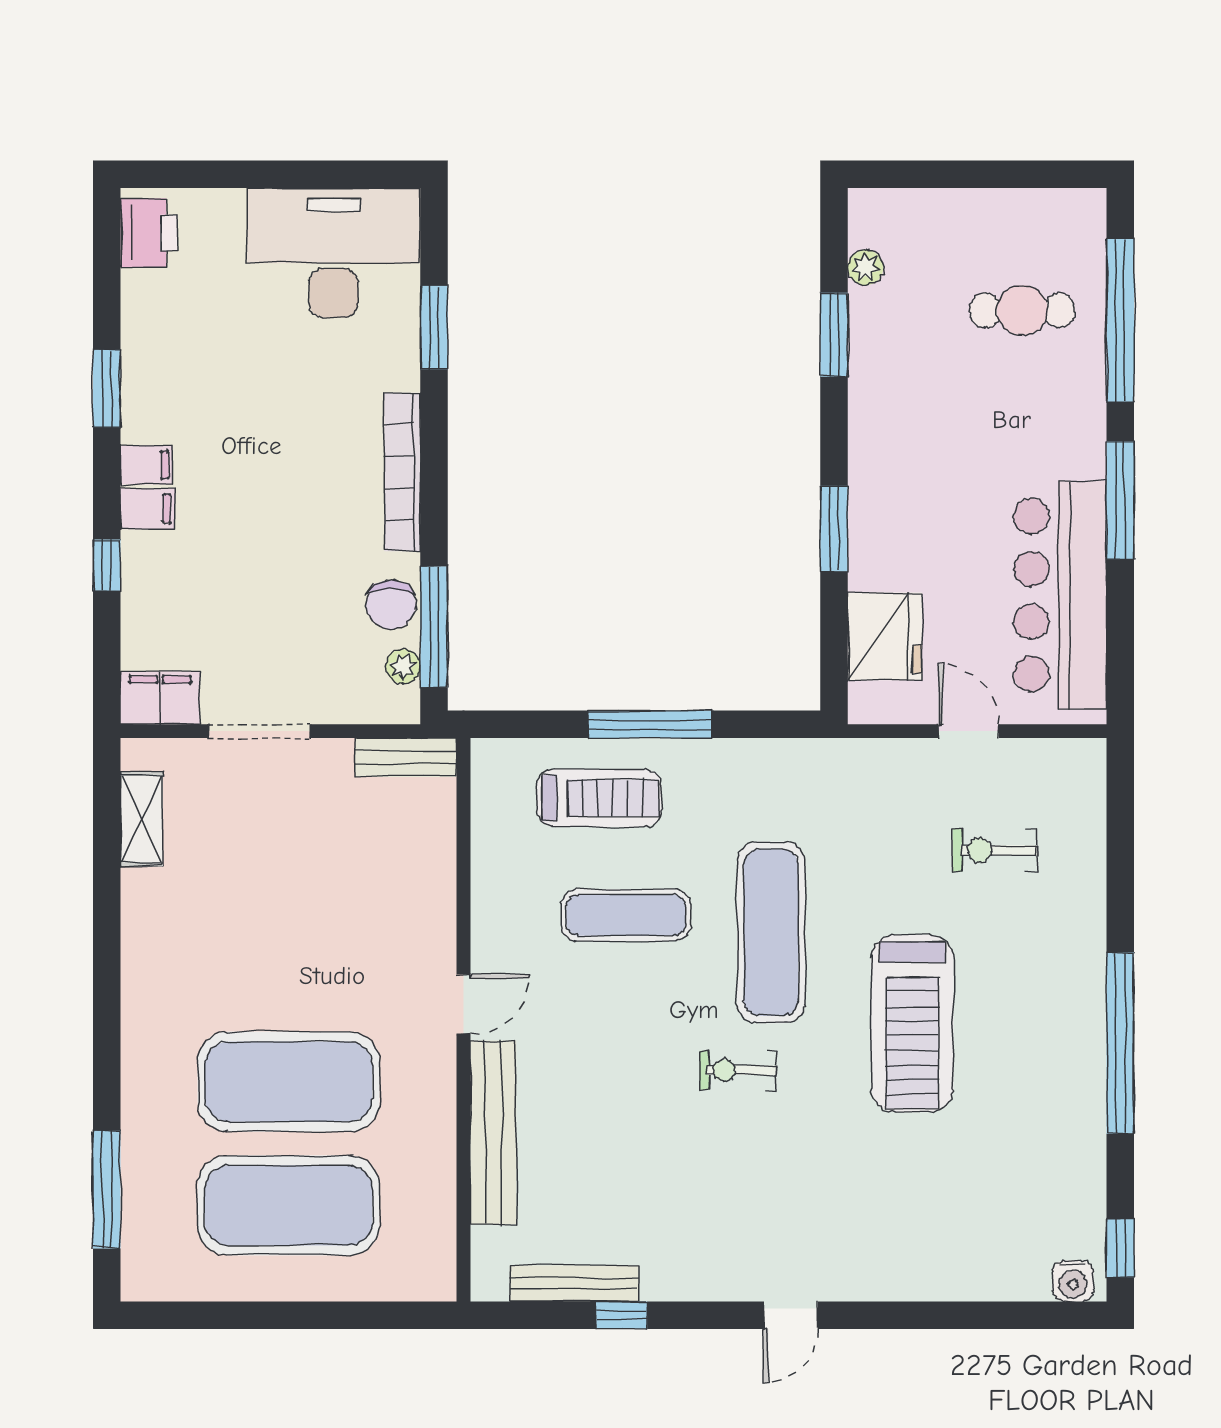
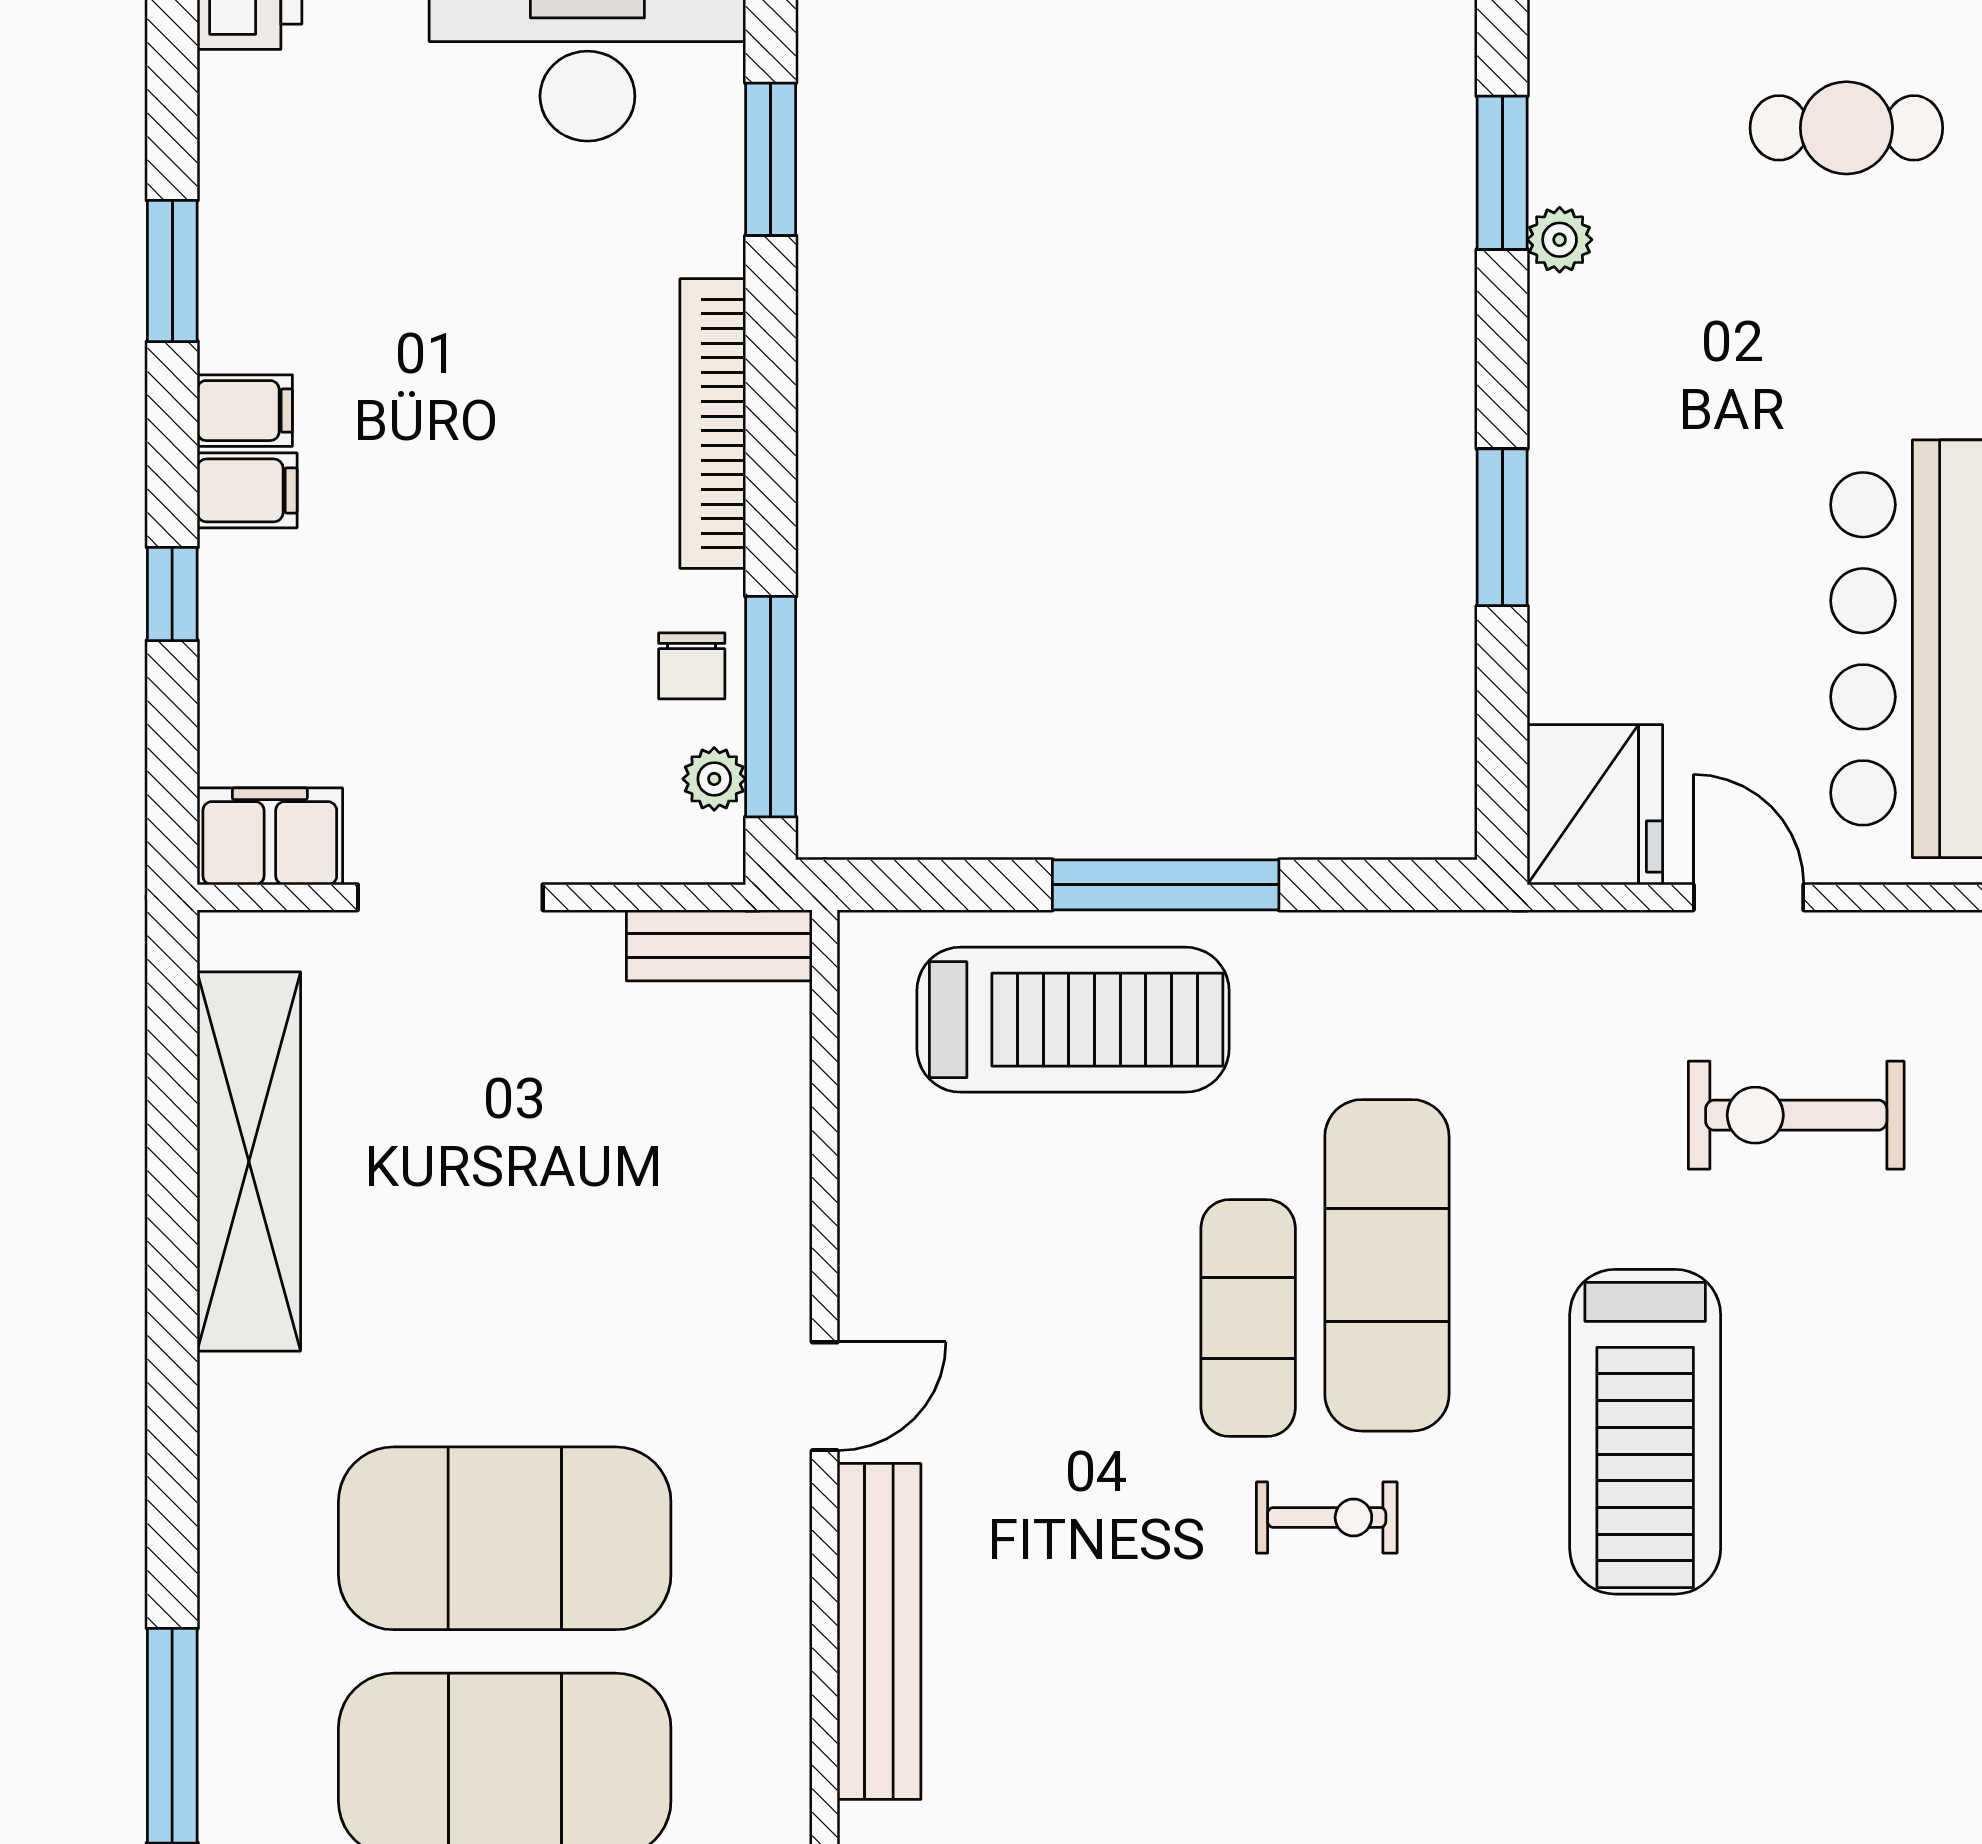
plant: (865, 267) -> (1560, 240), moved
chair: (391, 605) -> (692, 666), width x0.73, depth x0.73
fridge: (885, 636) -> (1595, 805), moved
treadmill: (599, 798) -> (1073, 1020), width x1.37, depth x1.38
shelving: (142, 819) -> (249, 1161), width x2.20, depth x1.33
exercise bike: (995, 850) -> (1796, 1115), width x1.38, depth x1.39
exercise mat: (626, 915) -> (1248, 1318), moved, turned 90
exercise bike: (738, 1070) -> (1327, 1517), turned 180

